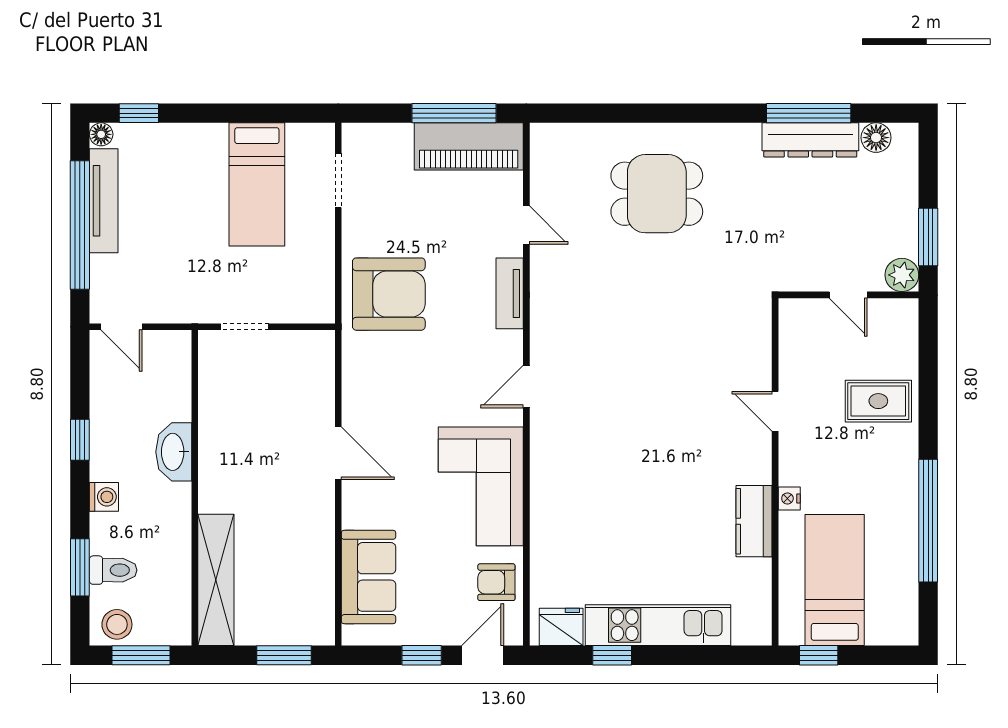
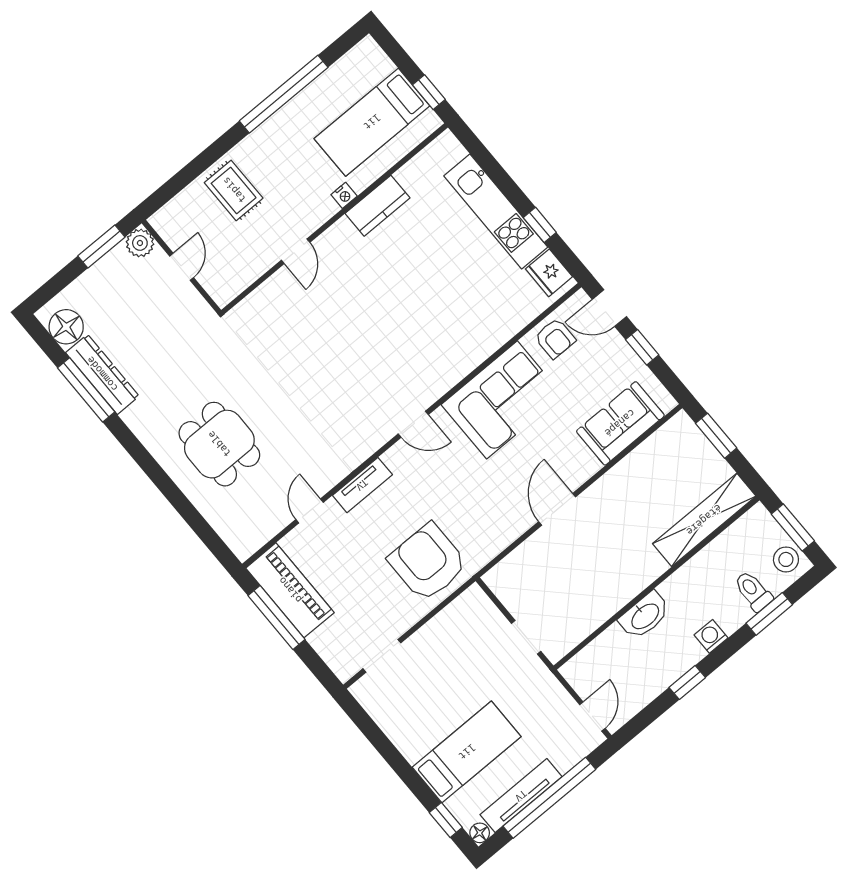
floor lamp: (876, 138) -> (66, 327), width x1.38, depth x1.38
bed: (257, 184) -> (467, 752), moved

